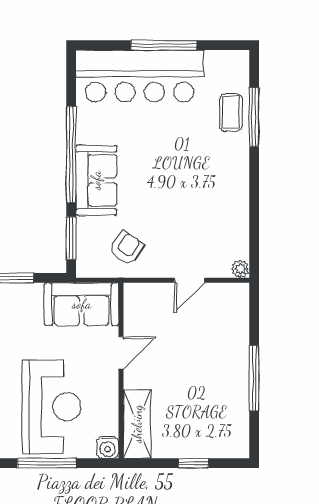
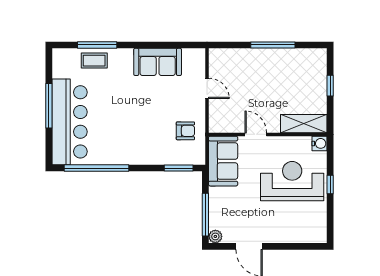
window: (71, 155) -> (96, 168), moved
sofa: (96, 180) -> (158, 62), moved, turned 180
armchair: (126, 248) -> (185, 131), turned 144
plant: (240, 269) -> (199, 54), removed
window: (47, 463) -> (330, 185), width x0.46

